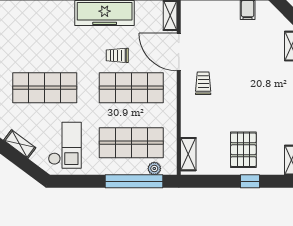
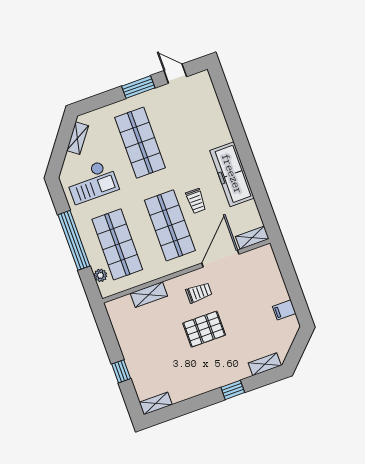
trolley: (117, 55) -> (196, 201), turned 180
pallet: (243, 150) -> (204, 329), moved
shelving: (188, 154) -> (149, 295), moved
window: (134, 181) -> (74, 240), moved

